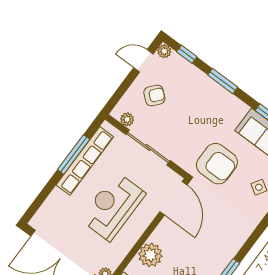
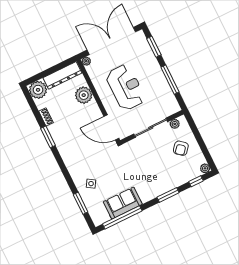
door: (143, 61) -> (206, 152), removed
row of seats: (85, 161) -> (163, 85), removed
armchair: (217, 164) -> (119, 165), removed
window: (42, 197) -> (154, 47), added

